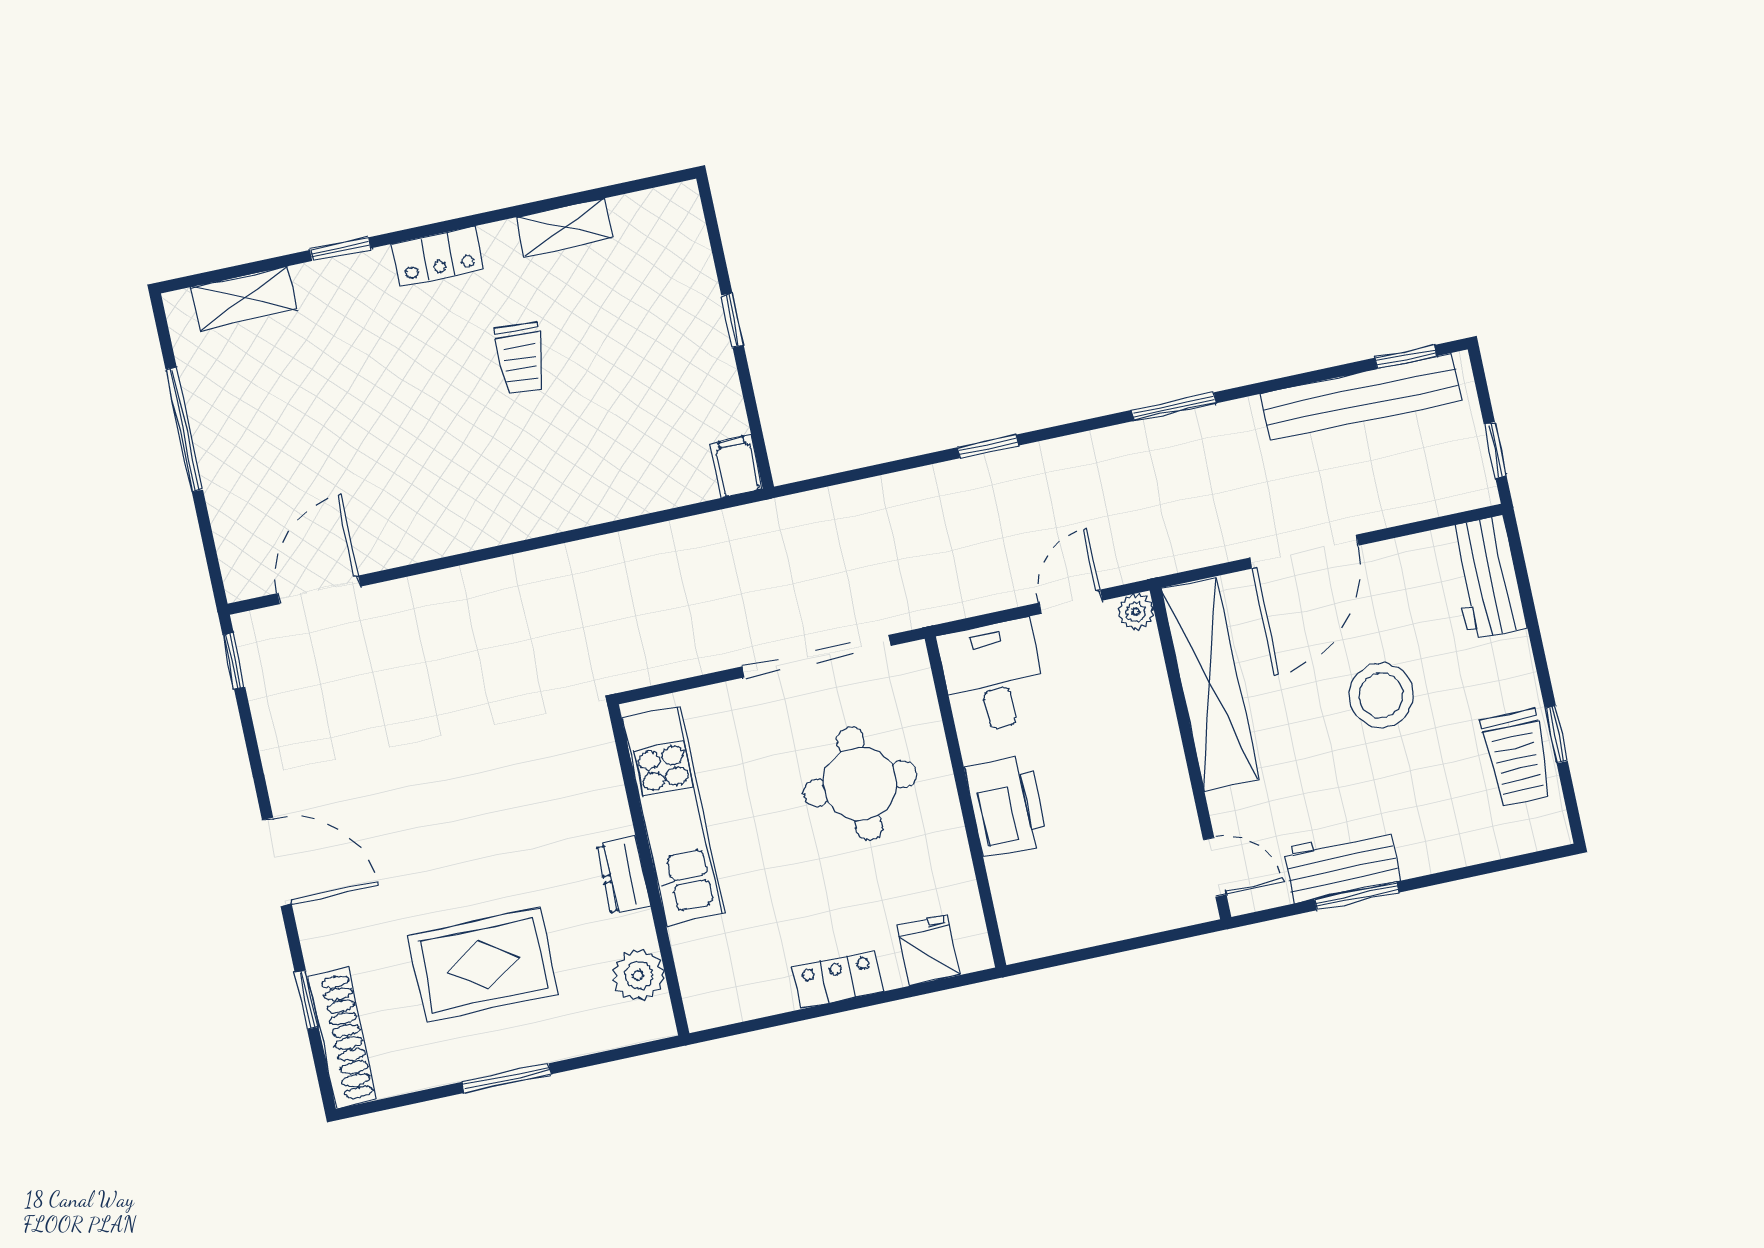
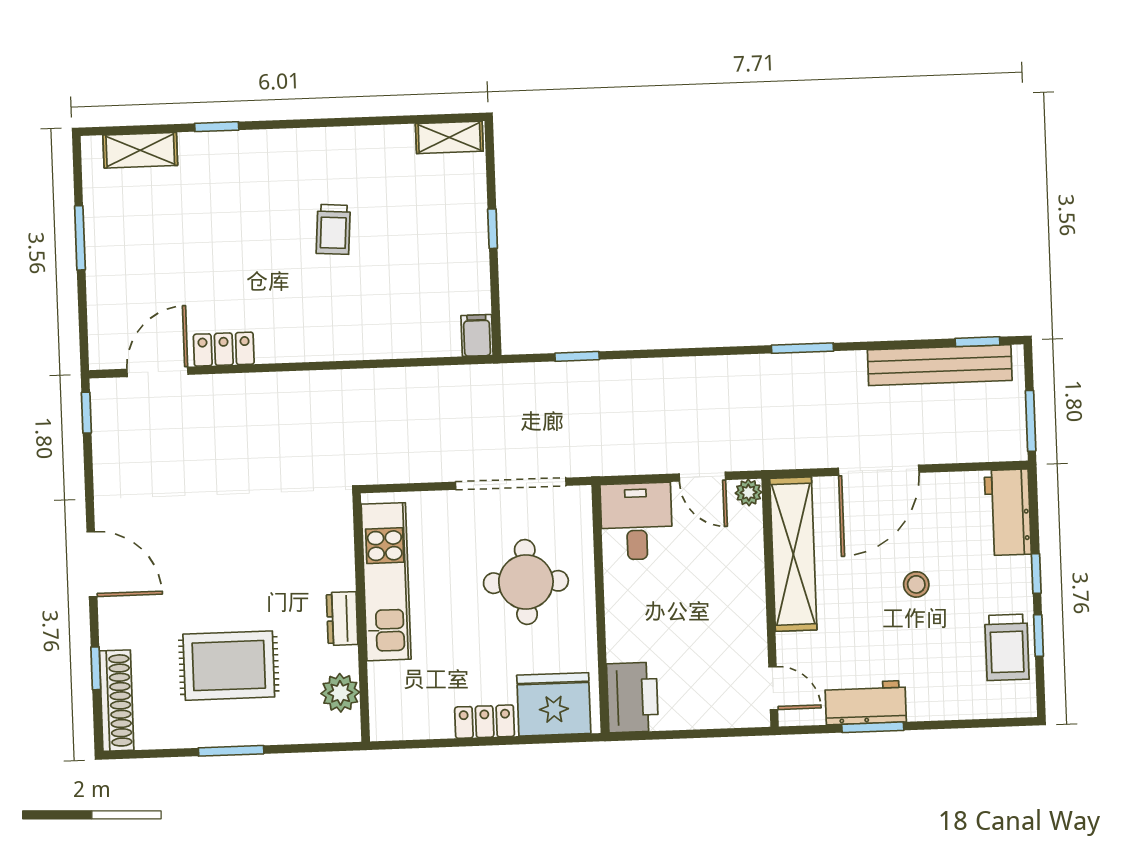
shelving: (564, 228) -> (449, 137), moved
locker: (438, 256) -> (224, 349), moved, turned 180
window: (184, 429) -> (80, 238), width x0.69
window: (988, 446) -> (577, 356), moved
window: (1495, 450) -> (1031, 421), width x1.50
door: (1071, 602) -> (702, 477), swing flipped
window: (1539, 652) -> (1036, 574), added
stool: (1381, 695) -> (916, 584), width x0.53, depth x0.53
printer: (1006, 806) -> (632, 697), moved
fridge: (928, 950) -> (554, 704), width x1.88, depth x1.34

